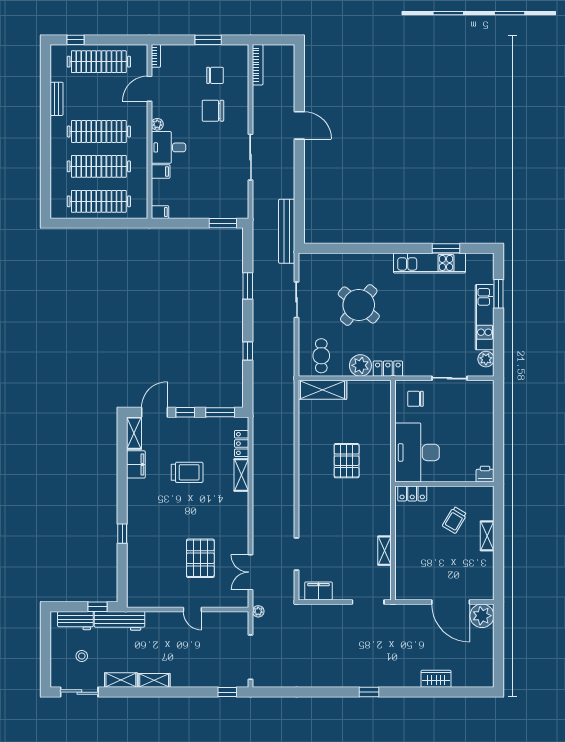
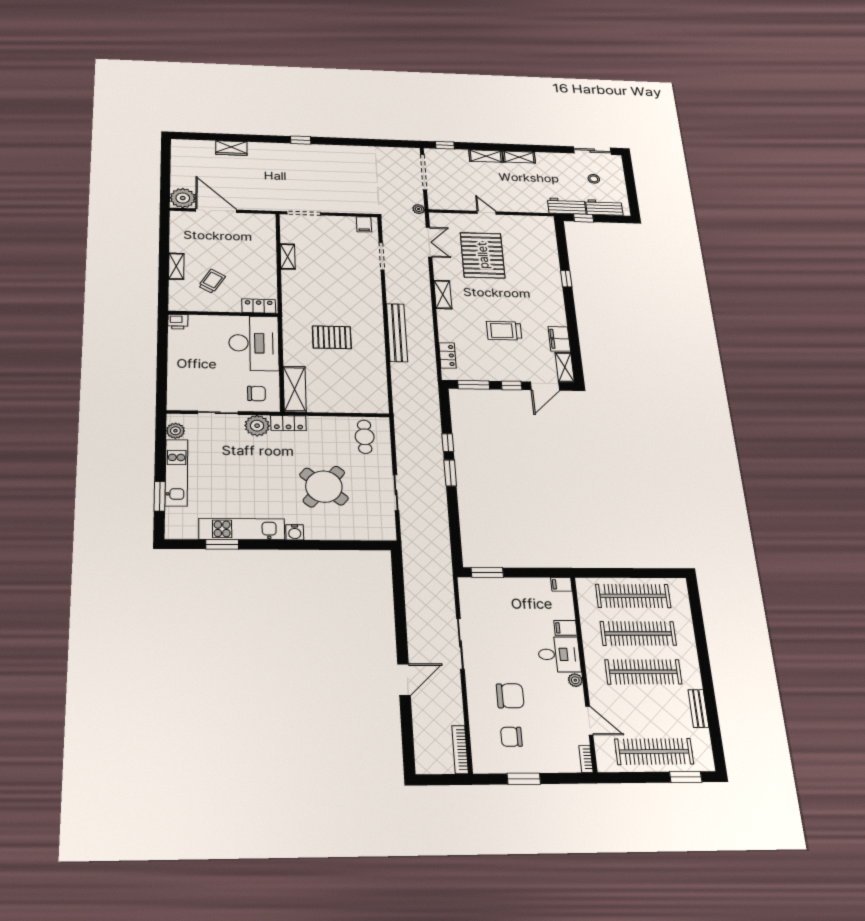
window: (76, 40) -> (686, 777), width x1.50
door: (149, 89) -> (589, 721), hinge flipped
door: (299, 125) -> (404, 680), swing flipped
bench: (287, 231) -> (397, 333), moved
water cooler: (385, 260) -> (295, 532), added
window: (248, 286) -> (450, 473), moved
plant: (360, 365) -> (257, 426), moved
shelving: (322, 390) -> (295, 389), moved, turned 90
pallet: (347, 461) -> (332, 337), turned 90
shelving: (241, 475) -> (443, 295), moved
pallet: (200, 558) -> (483, 255), width x1.37, depth x1.41
filing cabinet: (318, 591) -> (364, 224), width x0.50
workbench: (119, 621) -> (567, 206), width x0.73
shelving: (121, 680) -> (486, 156), moved

